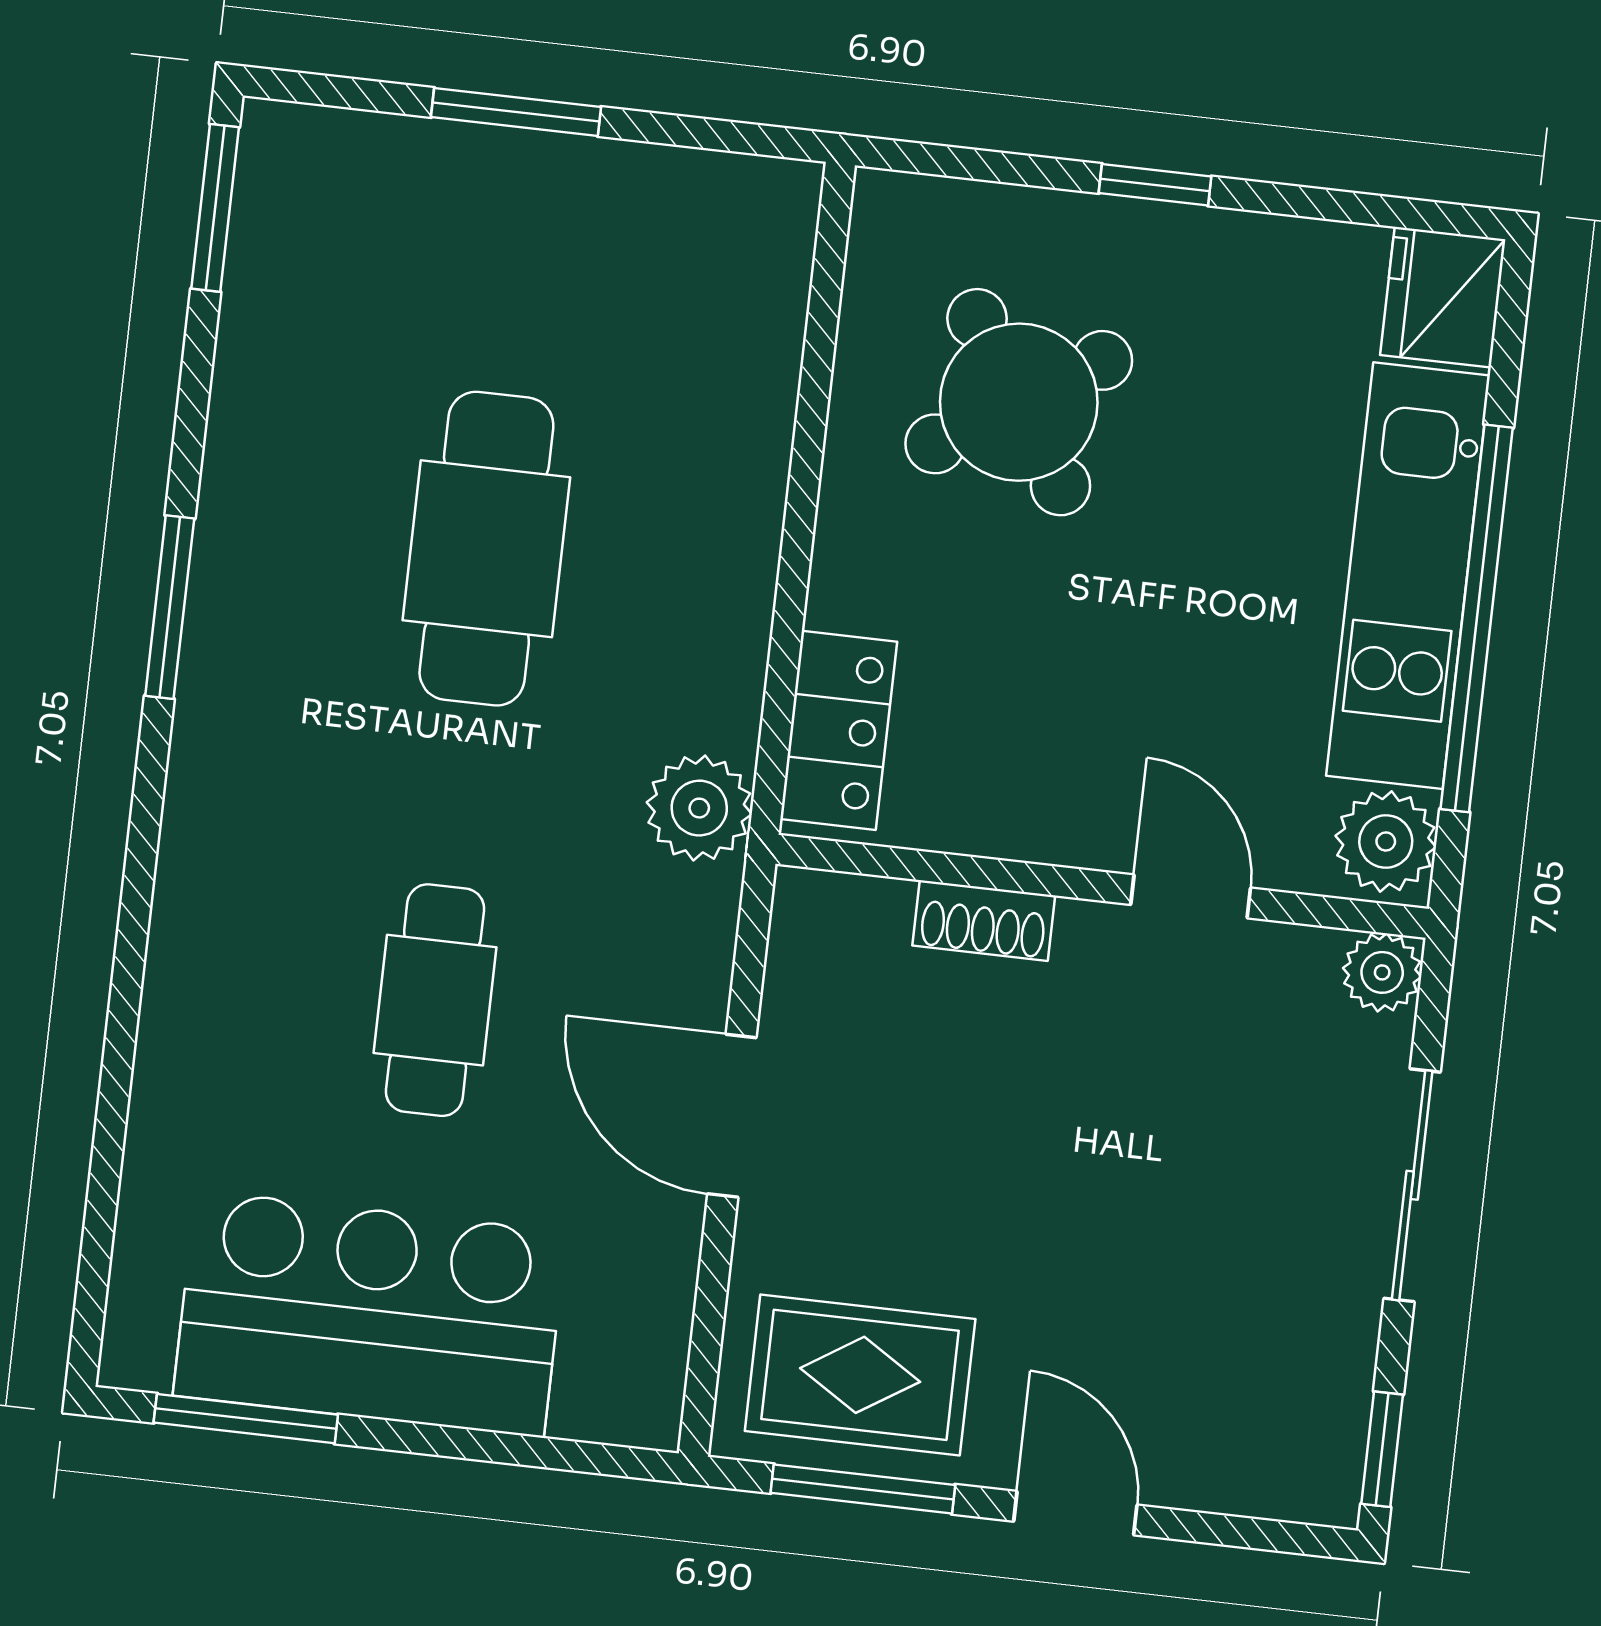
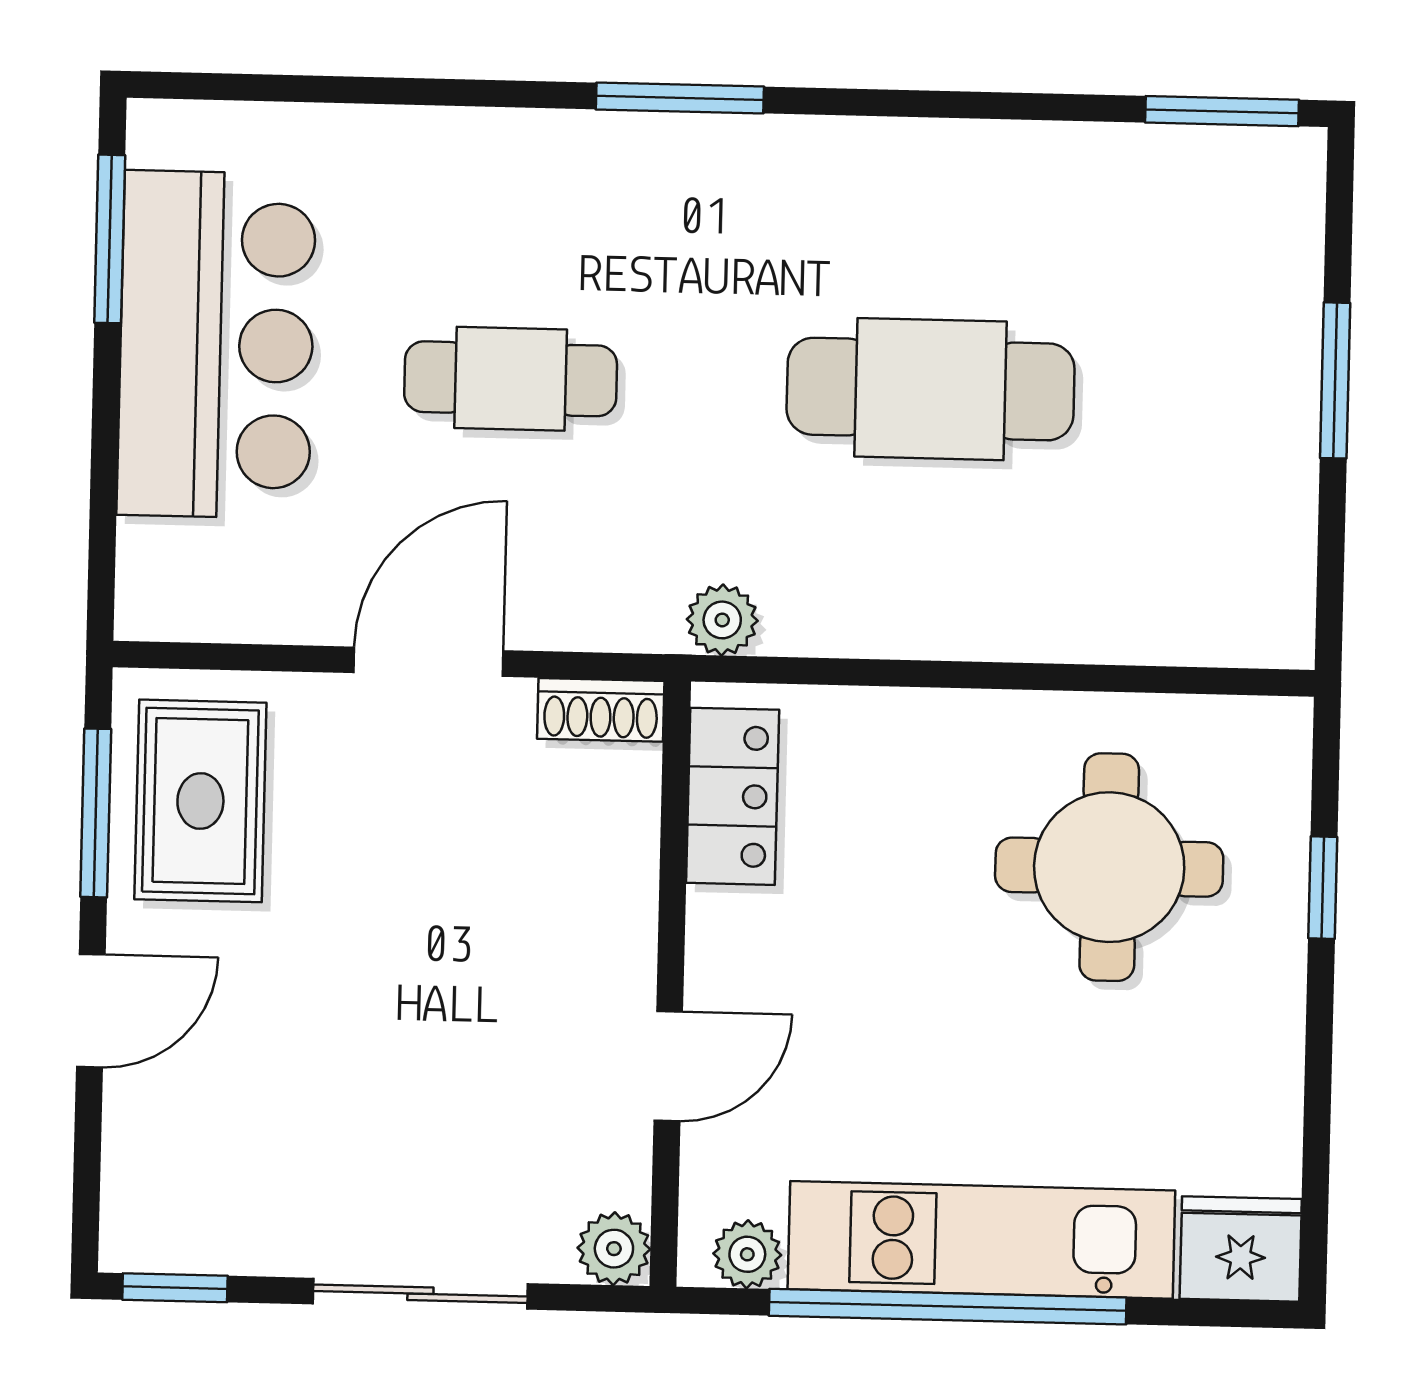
window: (1155, 185) -> (1323, 888), moved
round table: (1019, 402) -> (1109, 867), turned 33
window: (170, 607) -> (680, 98), moved
locker: (839, 730) -> (733, 796), moved, turned -90
plant: (699, 808) -> (722, 620), width x0.73, depth x0.73
plant: (1386, 841) -> (747, 1254), width x0.73, depth x0.73
shoe rack: (984, 921) -> (601, 710), moved, turned -90

